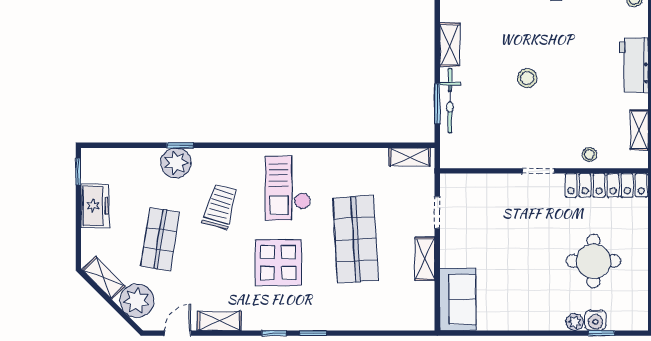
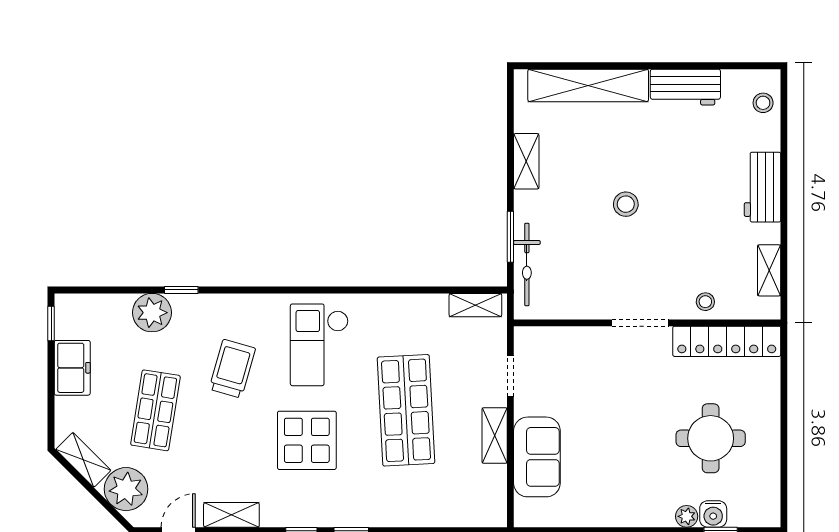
bicycle: (450, 101) -> (527, 264), moved
plant: (176, 163) -> (152, 313), moved
doorway: (538, 171) -> (640, 323), width x1.38
sofa: (458, 299) -> (537, 457), moved

